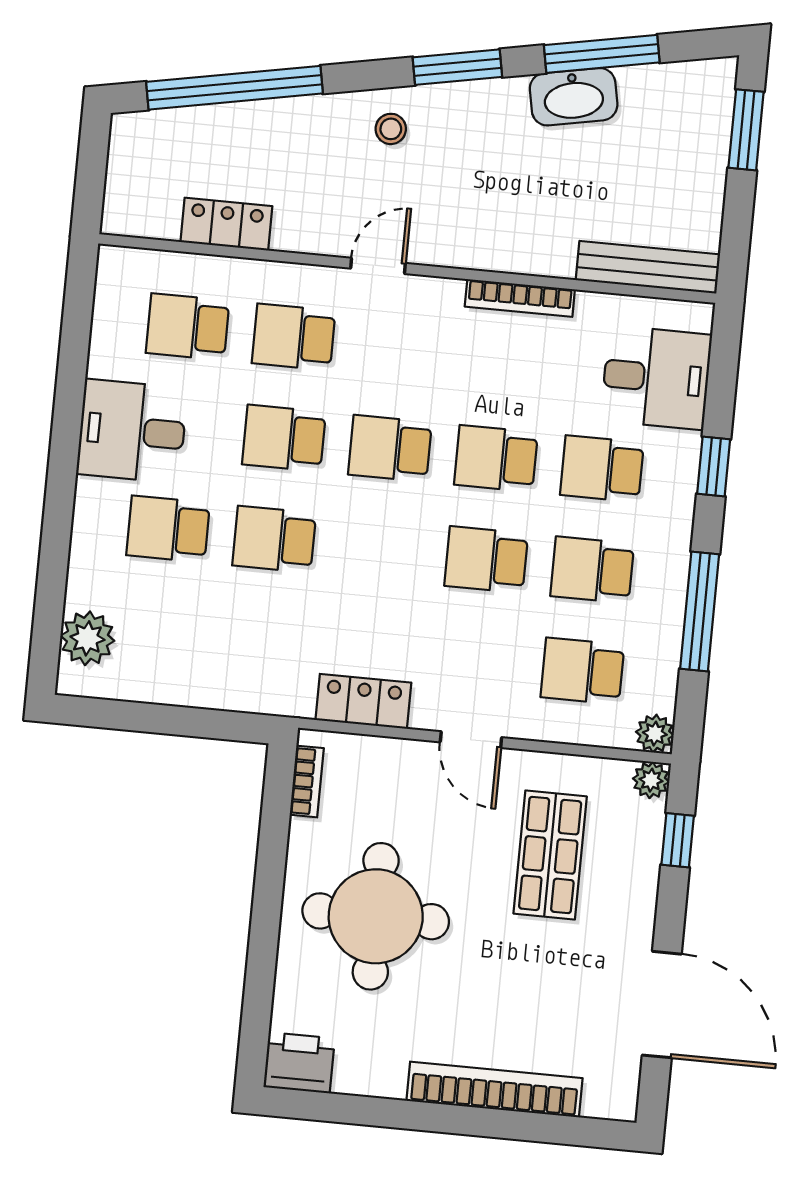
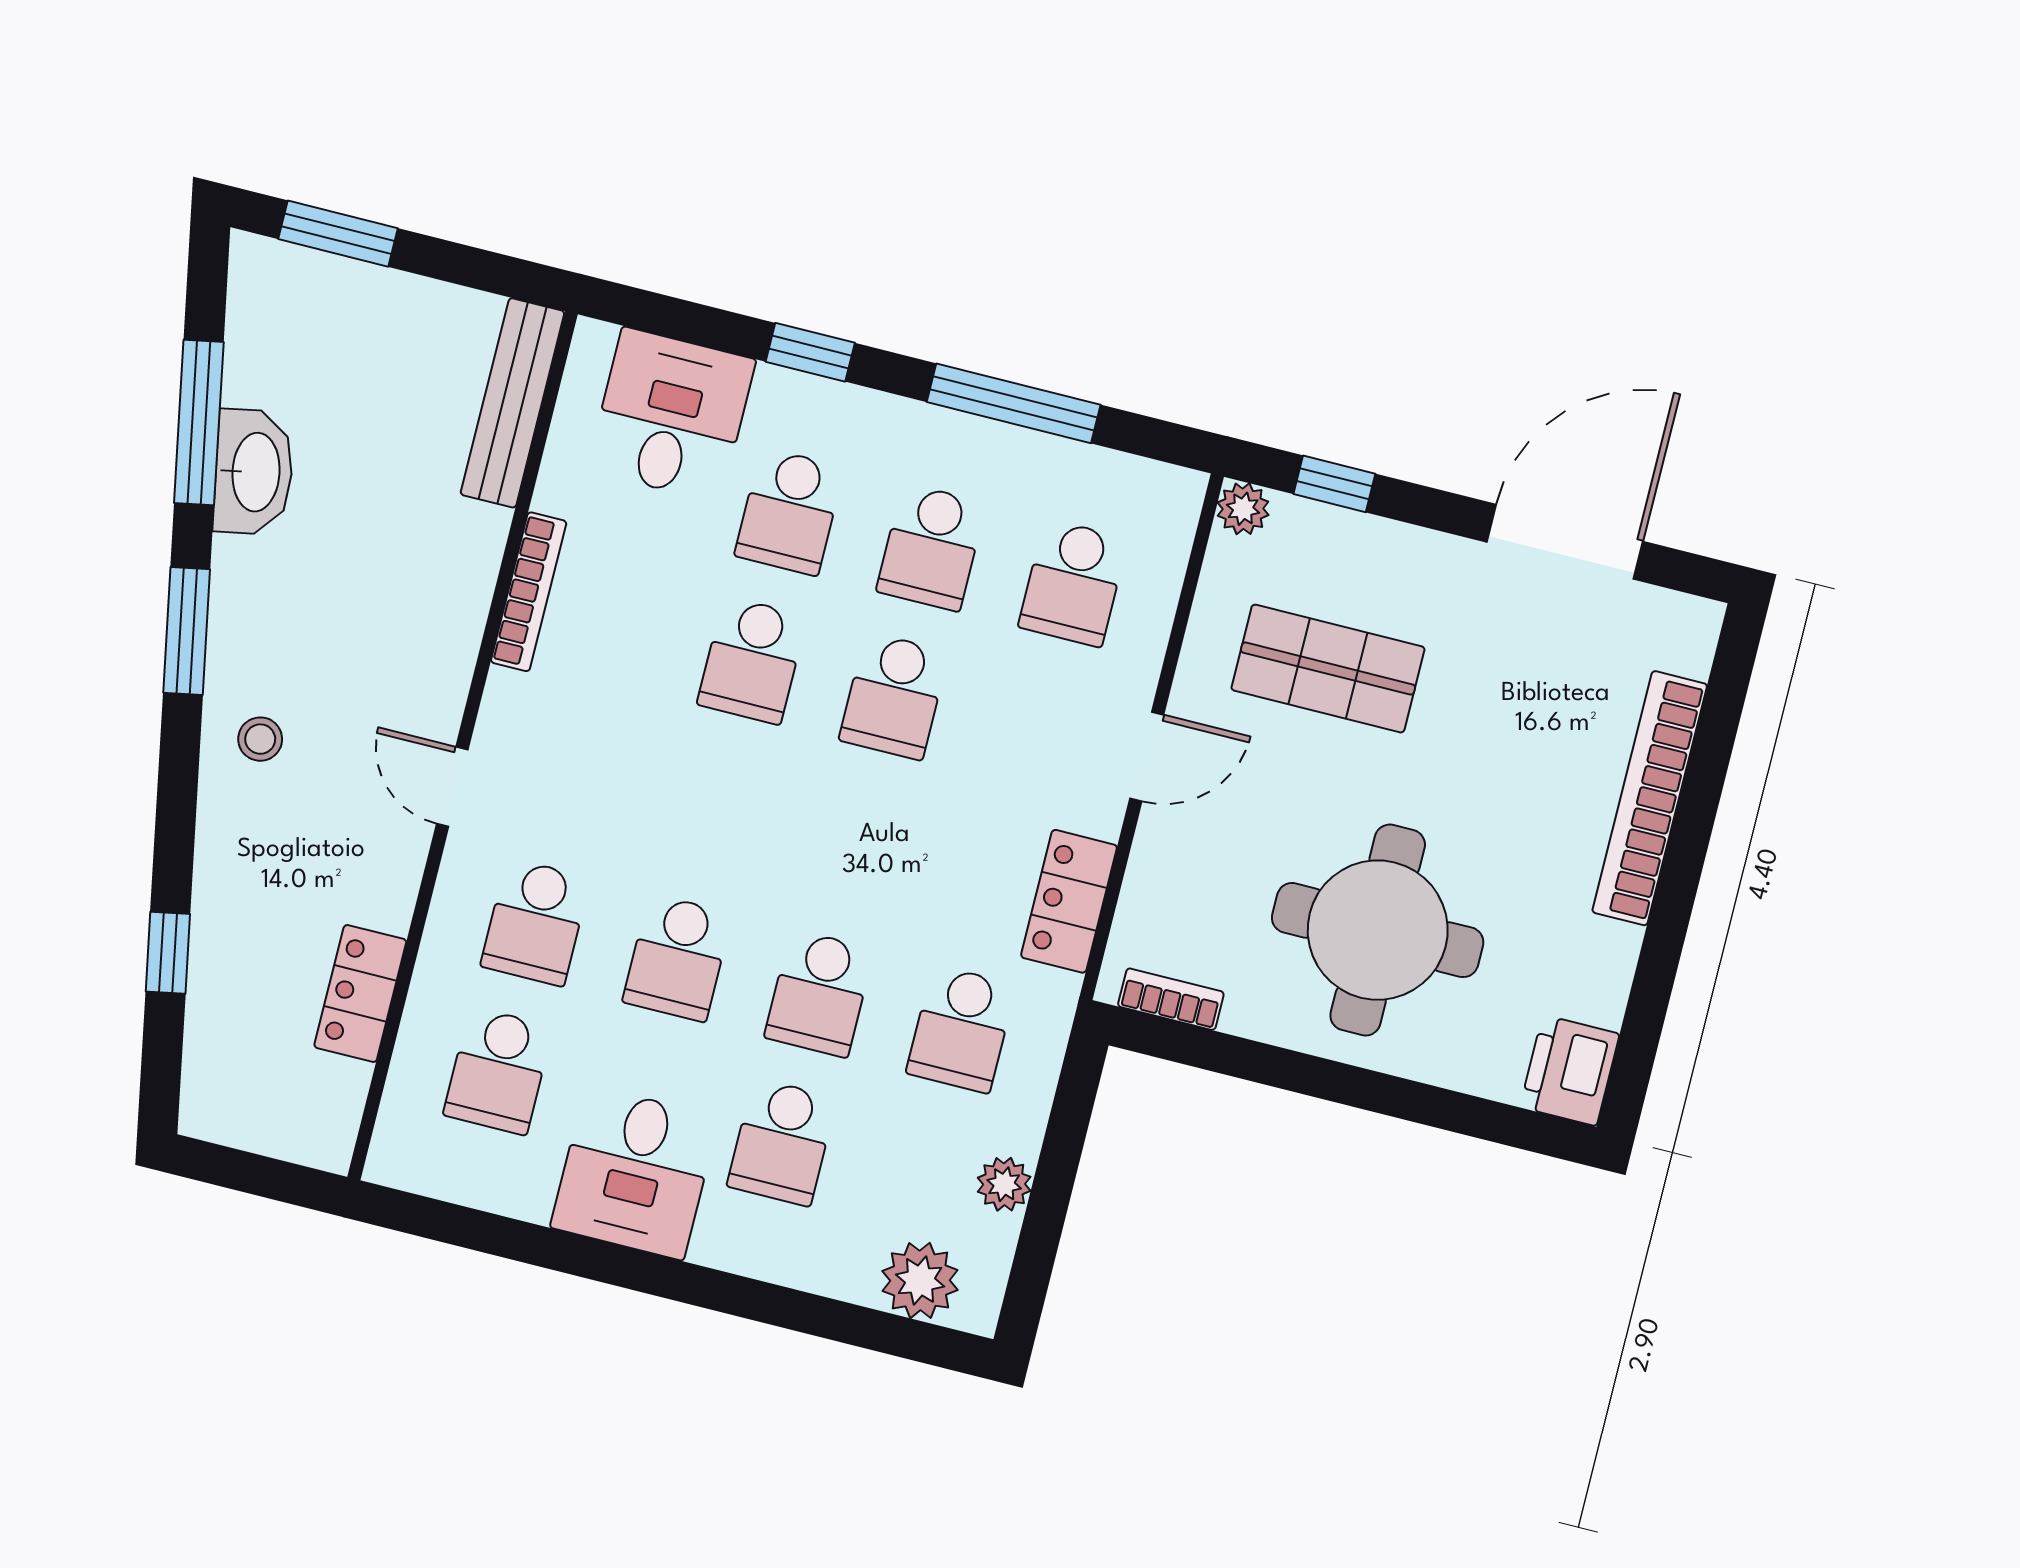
window: (234, 88) -> (168, 953), width x0.32
school desk: (390, 448) -> (961, 1029), moved
plant: (655, 734) -> (1004, 1184), moved

